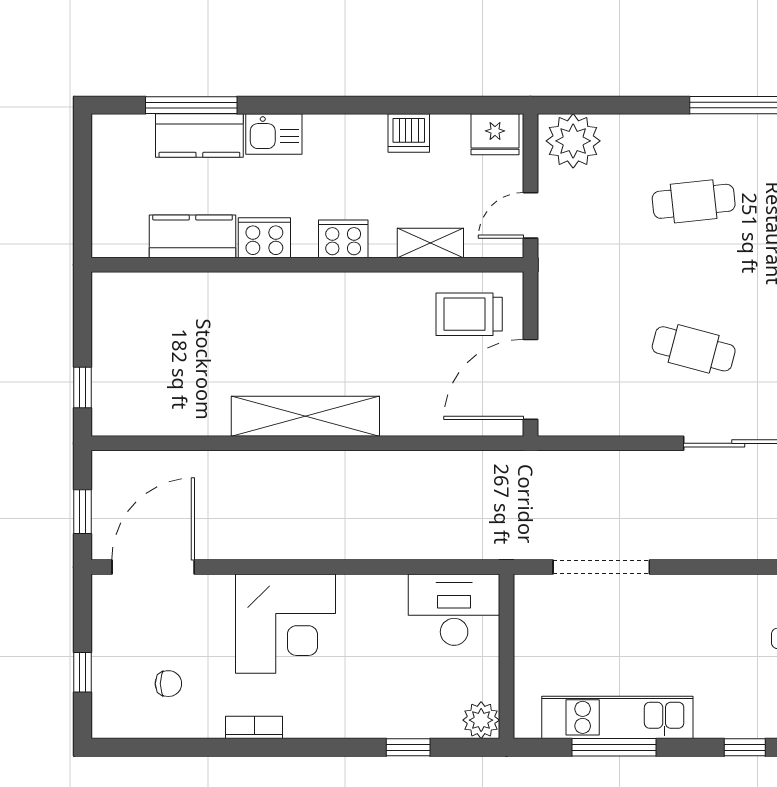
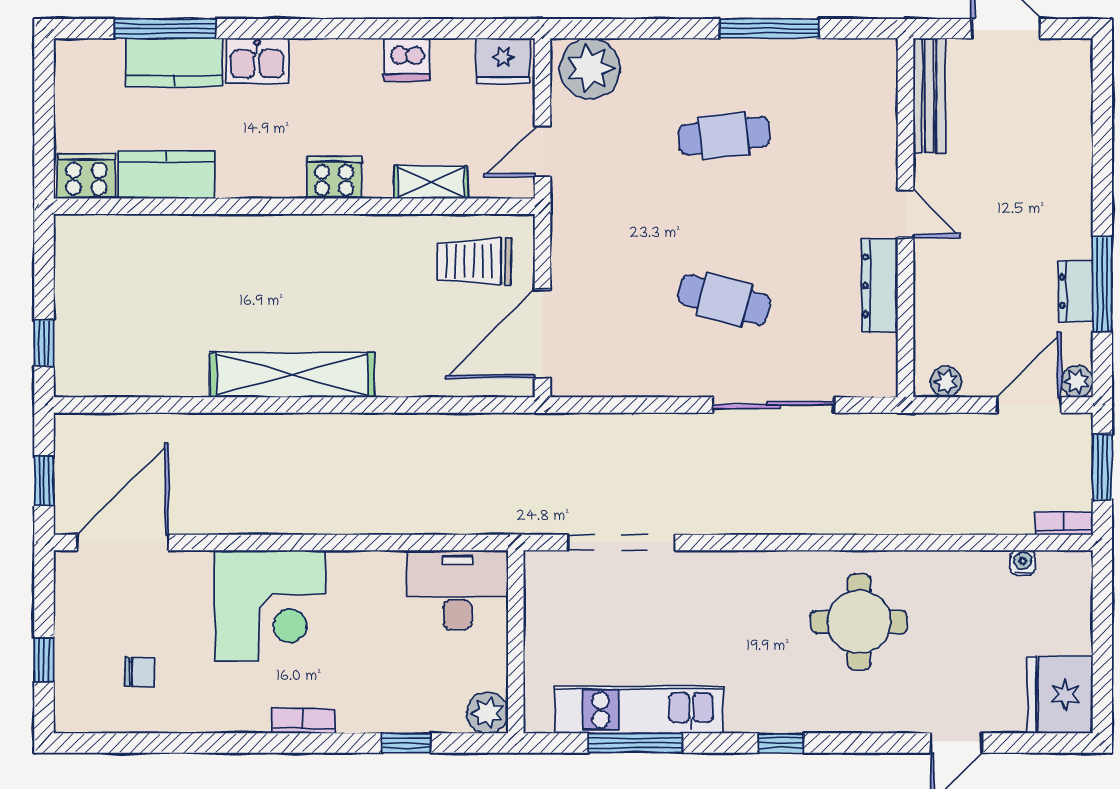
cooker: (264, 238) -> (86, 176), moved
bookcase: (254, 727) -> (304, 721), moved

